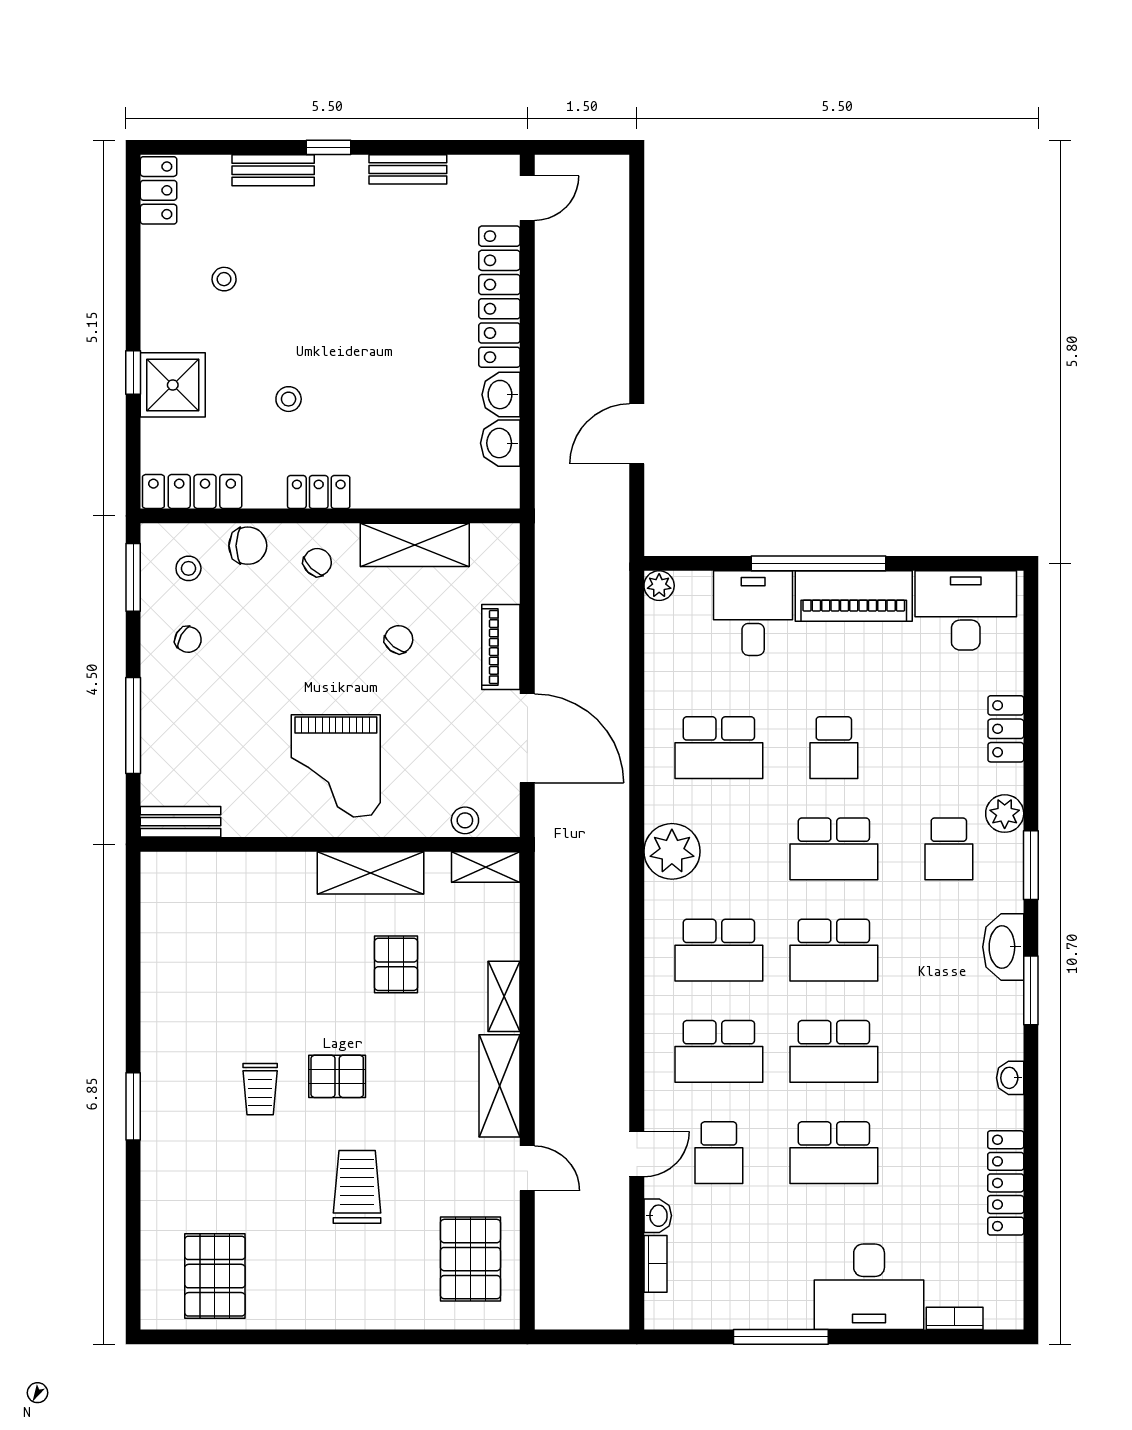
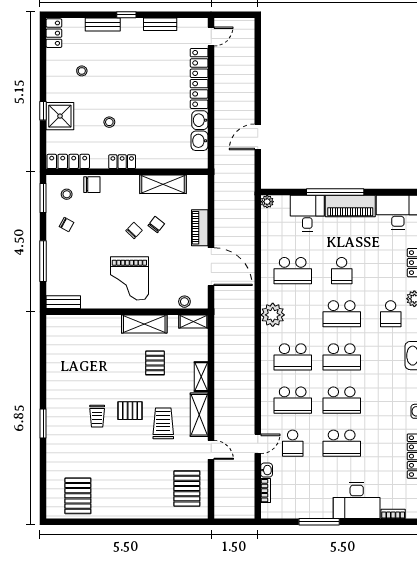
chair: (317, 562) -> (134, 231), moved
trolley: (357, 1187) -> (163, 423), moved

